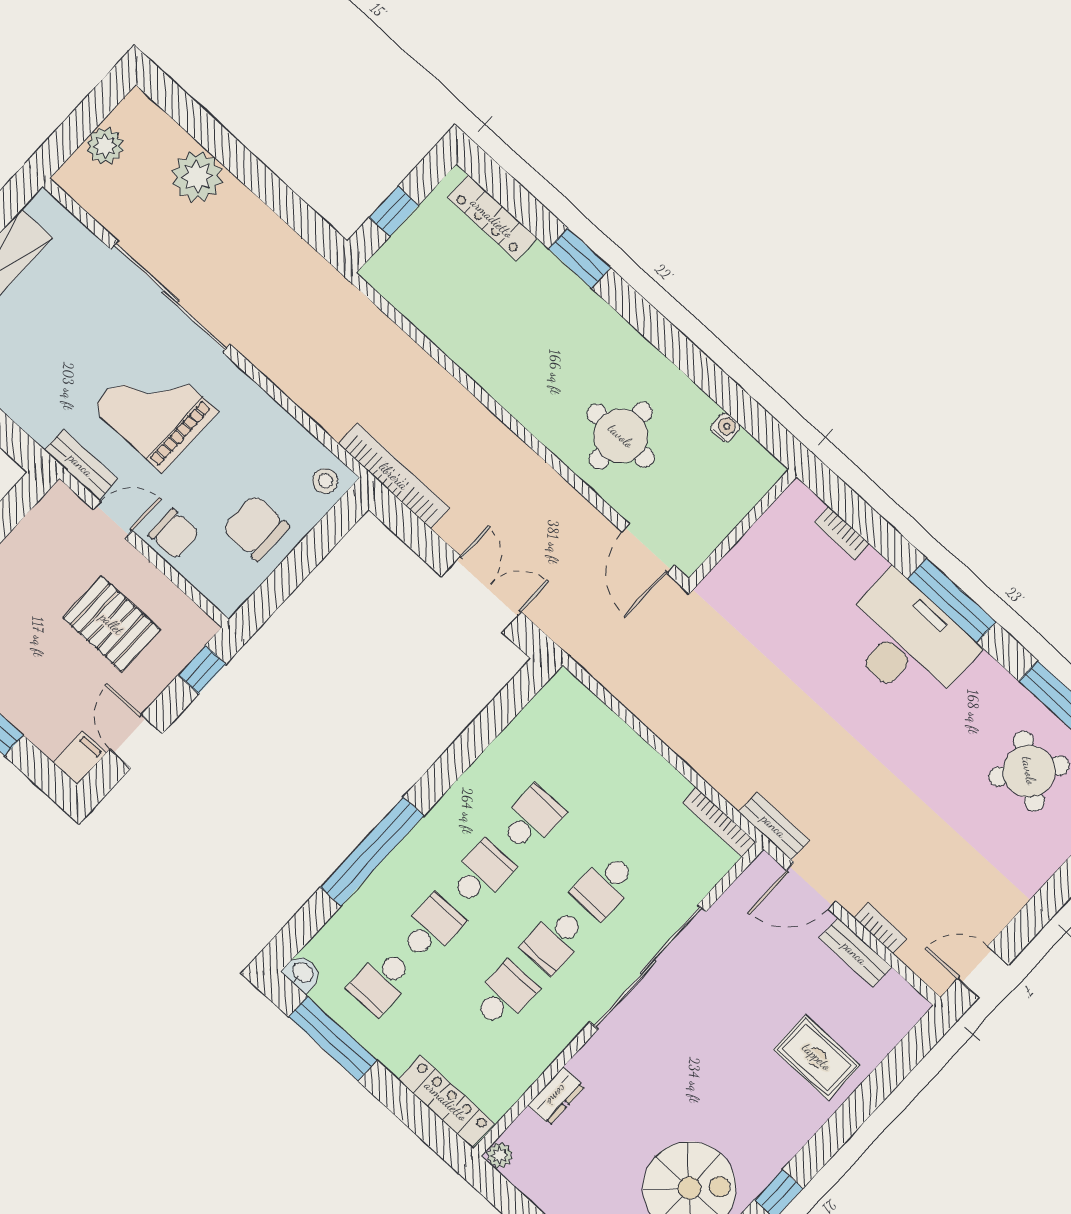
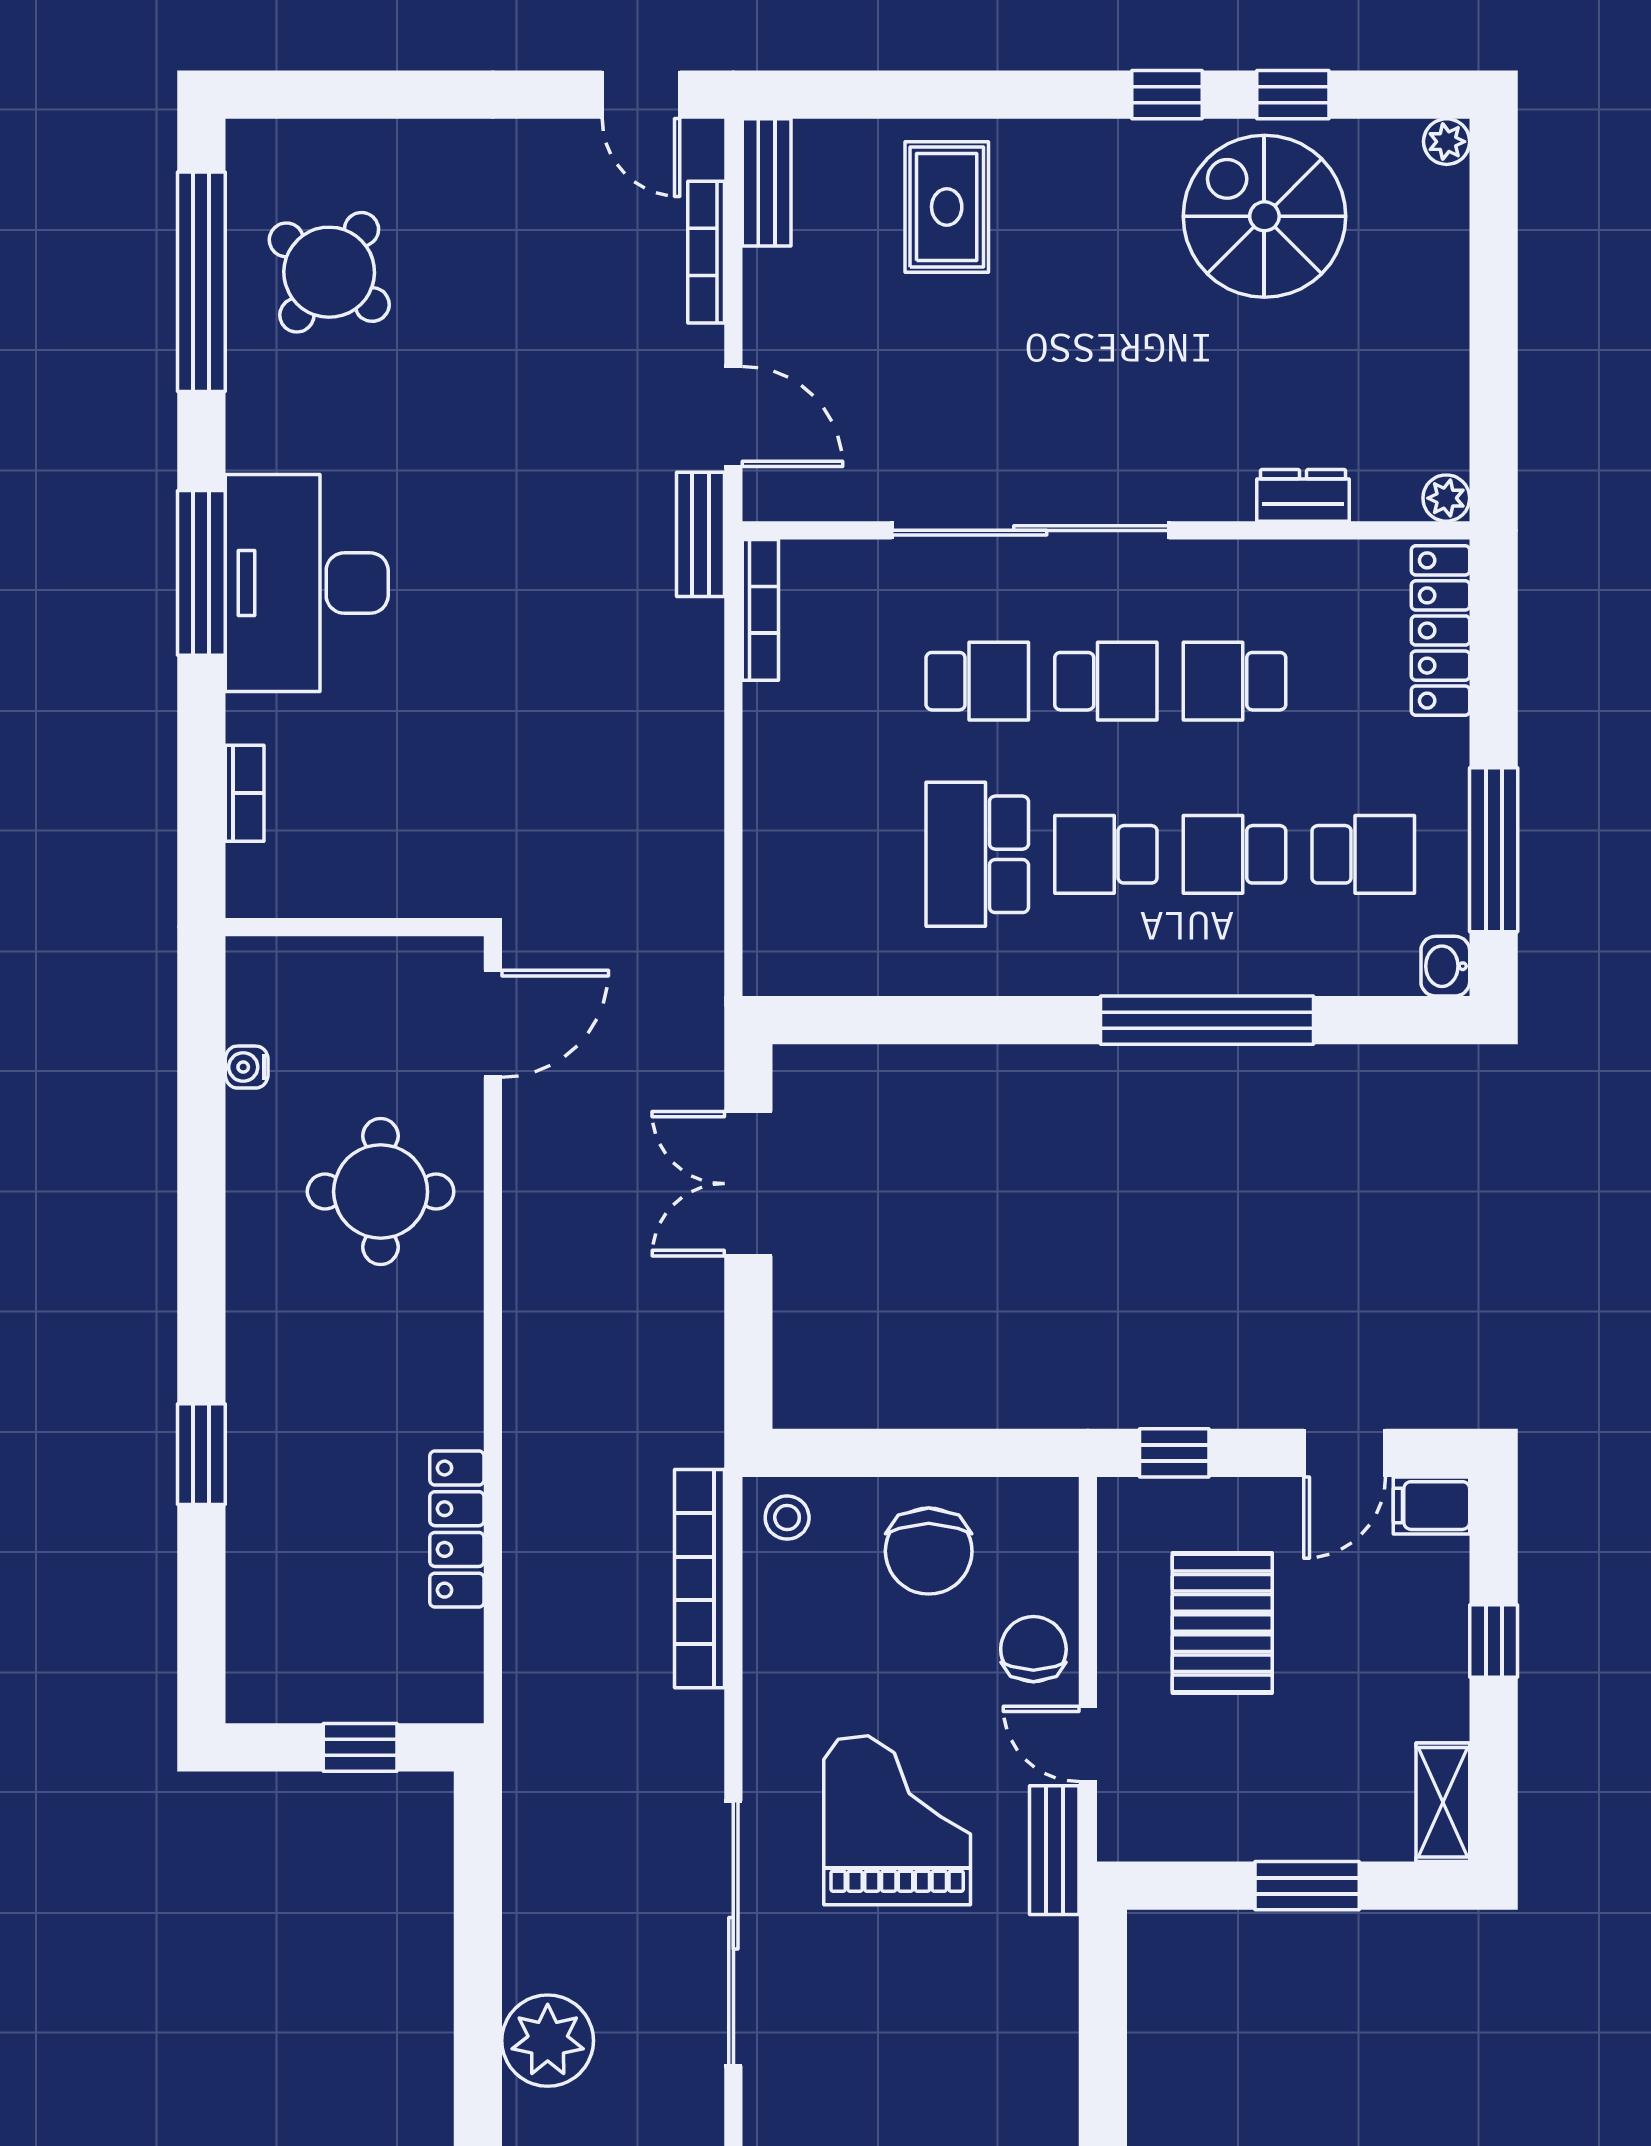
locker: (492, 218) -> (457, 1529), moved, turned 180
grand piano: (155, 410) -> (897, 1820), turned 180
bookcase: (394, 476) -> (699, 1579), moved
school desk: (531, 819) -> (977, 854), width x1.85
bookcase: (880, 928) -> (706, 252), width x1.56
bench: (855, 953) -> (767, 182), moved

